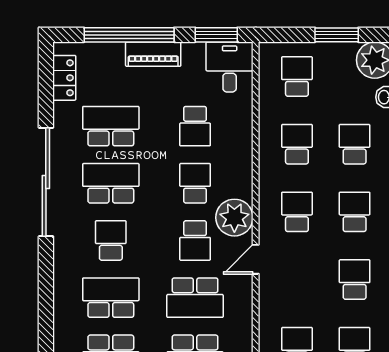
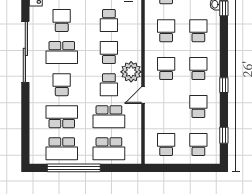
school desk: (111, 126) -> (62, 21), width x0.54
school desk: (111, 183) -> (62, 53), turned 180

